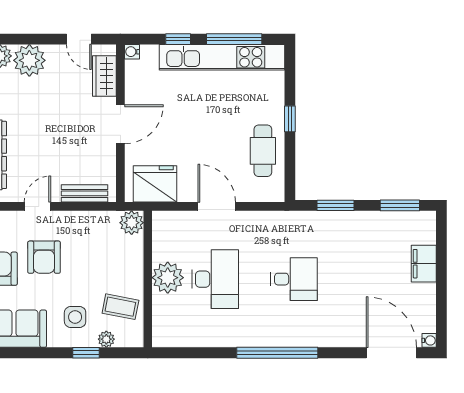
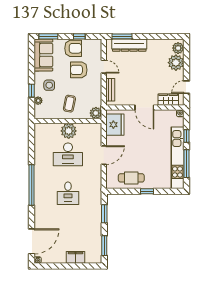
coffee table: (120, 307) -> (69, 104), moved

